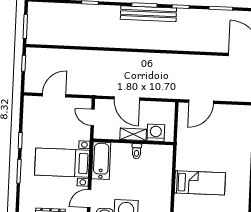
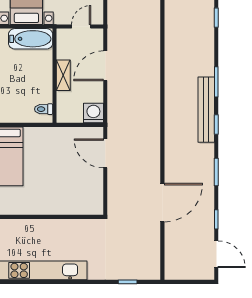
bench: (148, 14) -> (206, 110), moved
washing machine: (156, 133) -> (93, 113), moved, turned -90
toilet: (137, 151) -> (44, 109), moved

